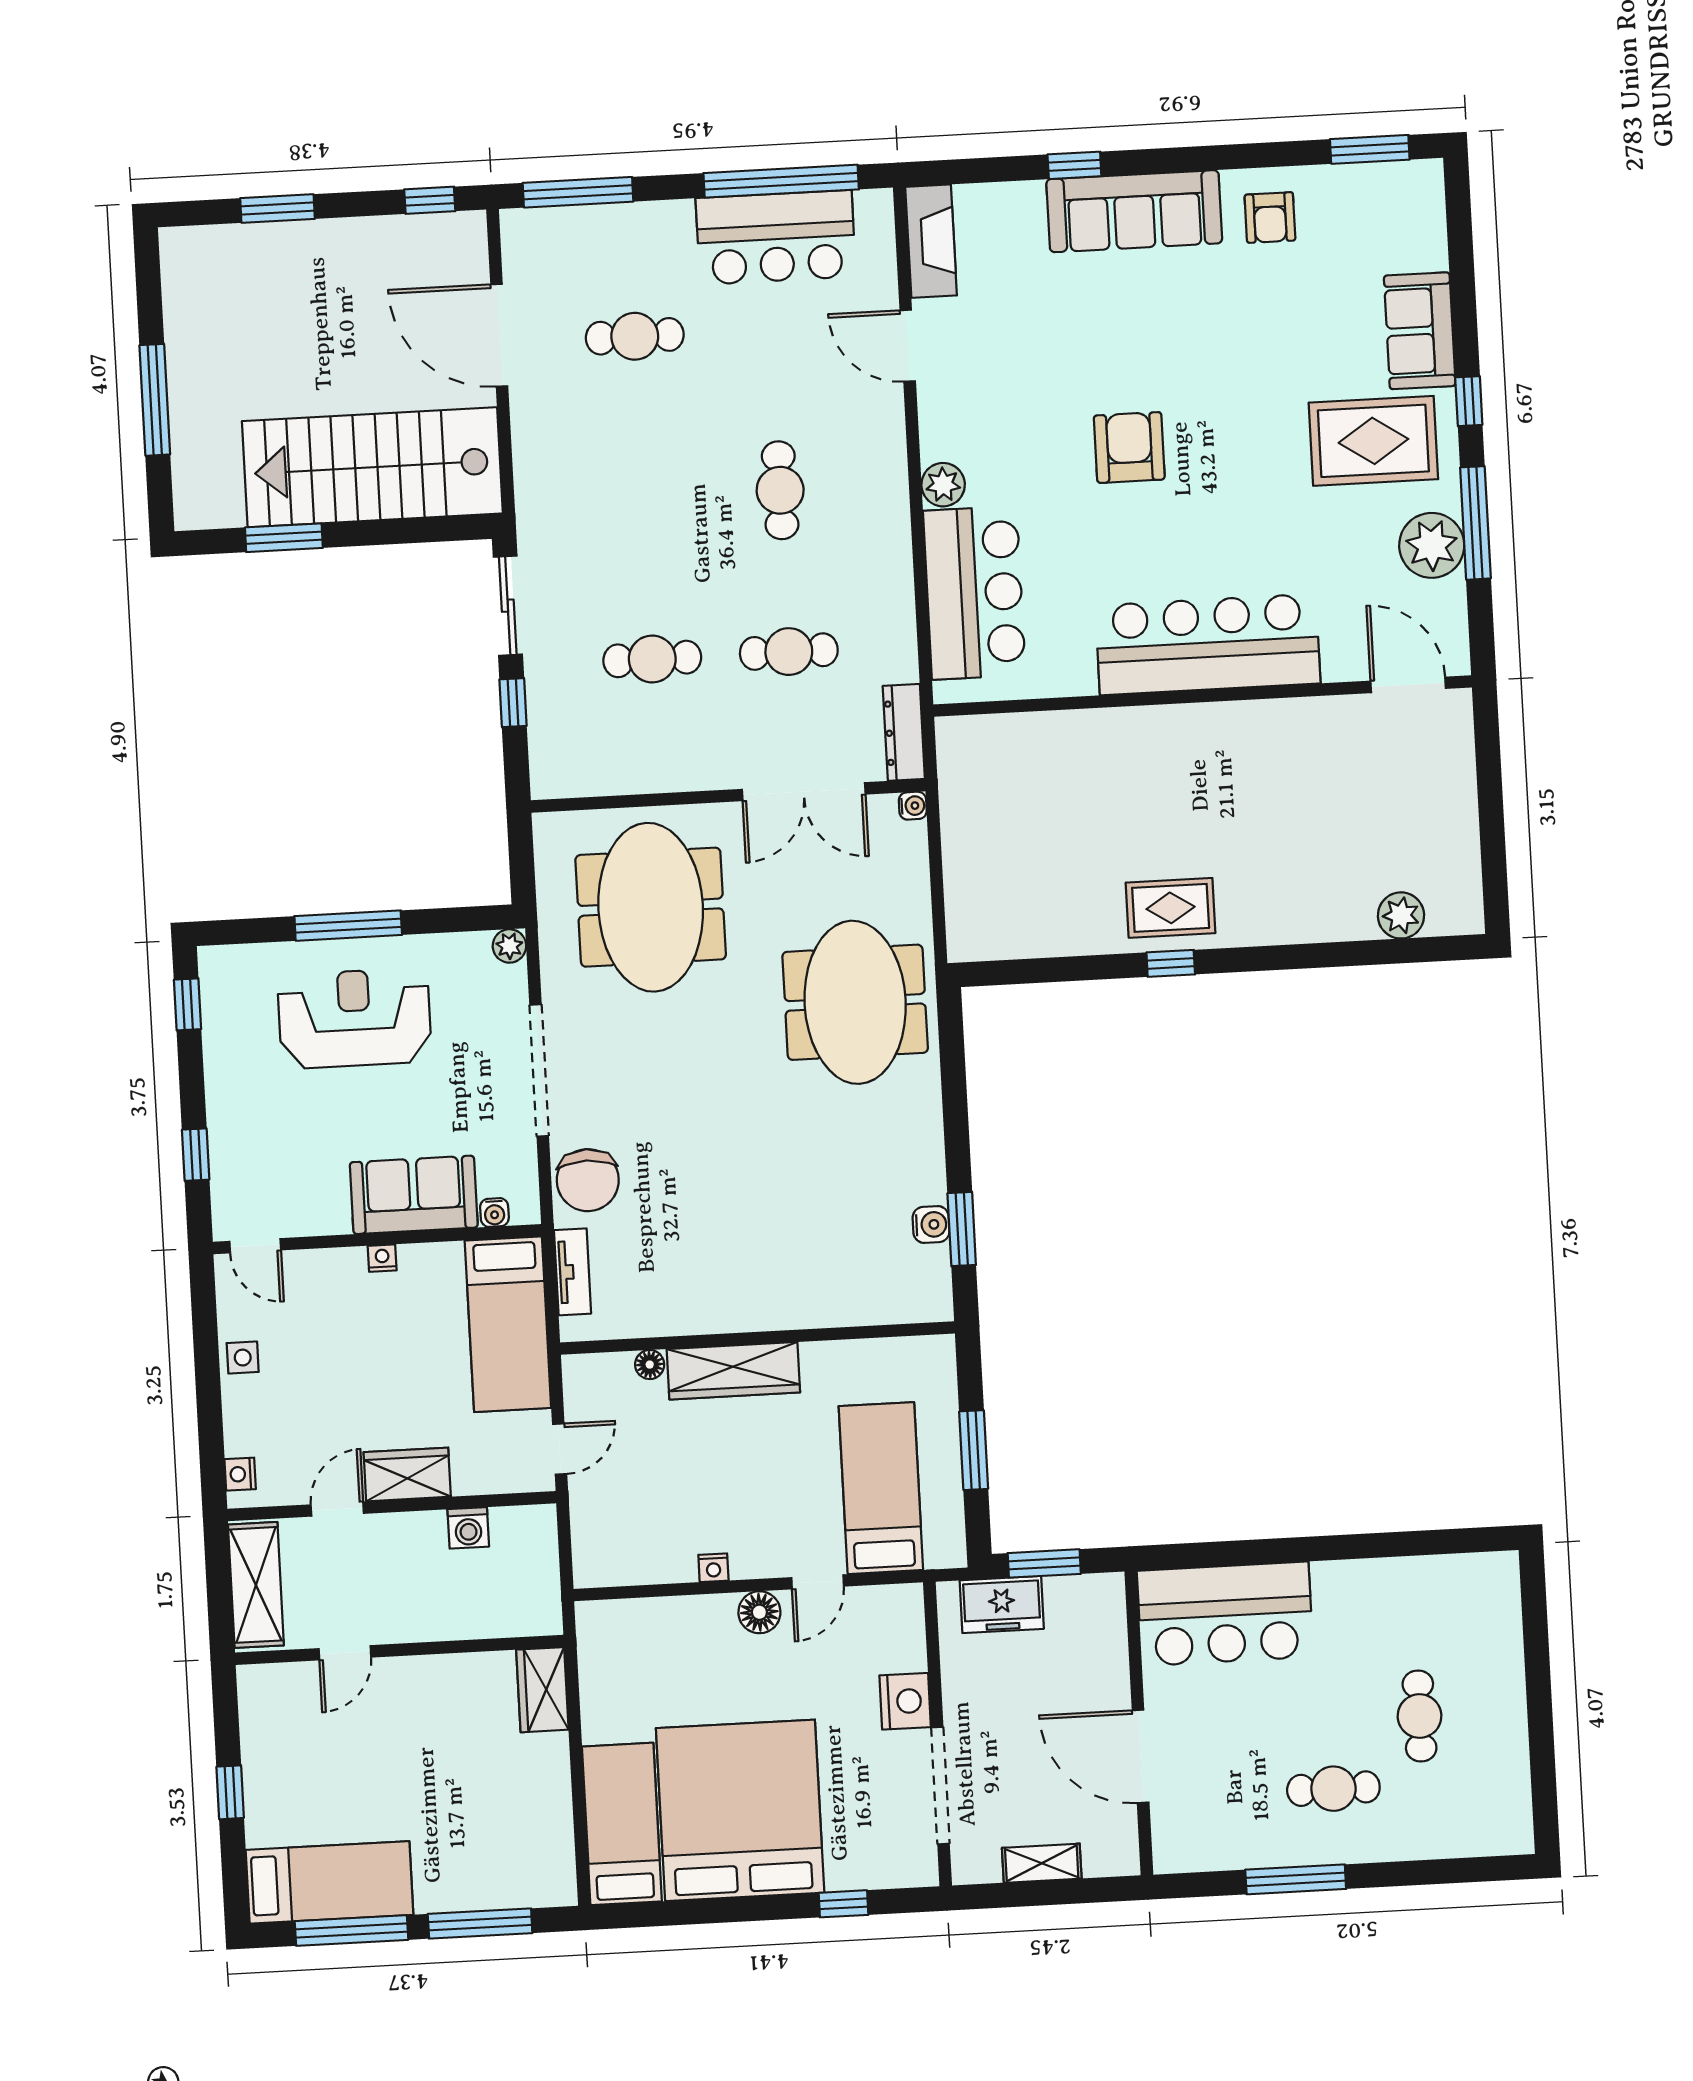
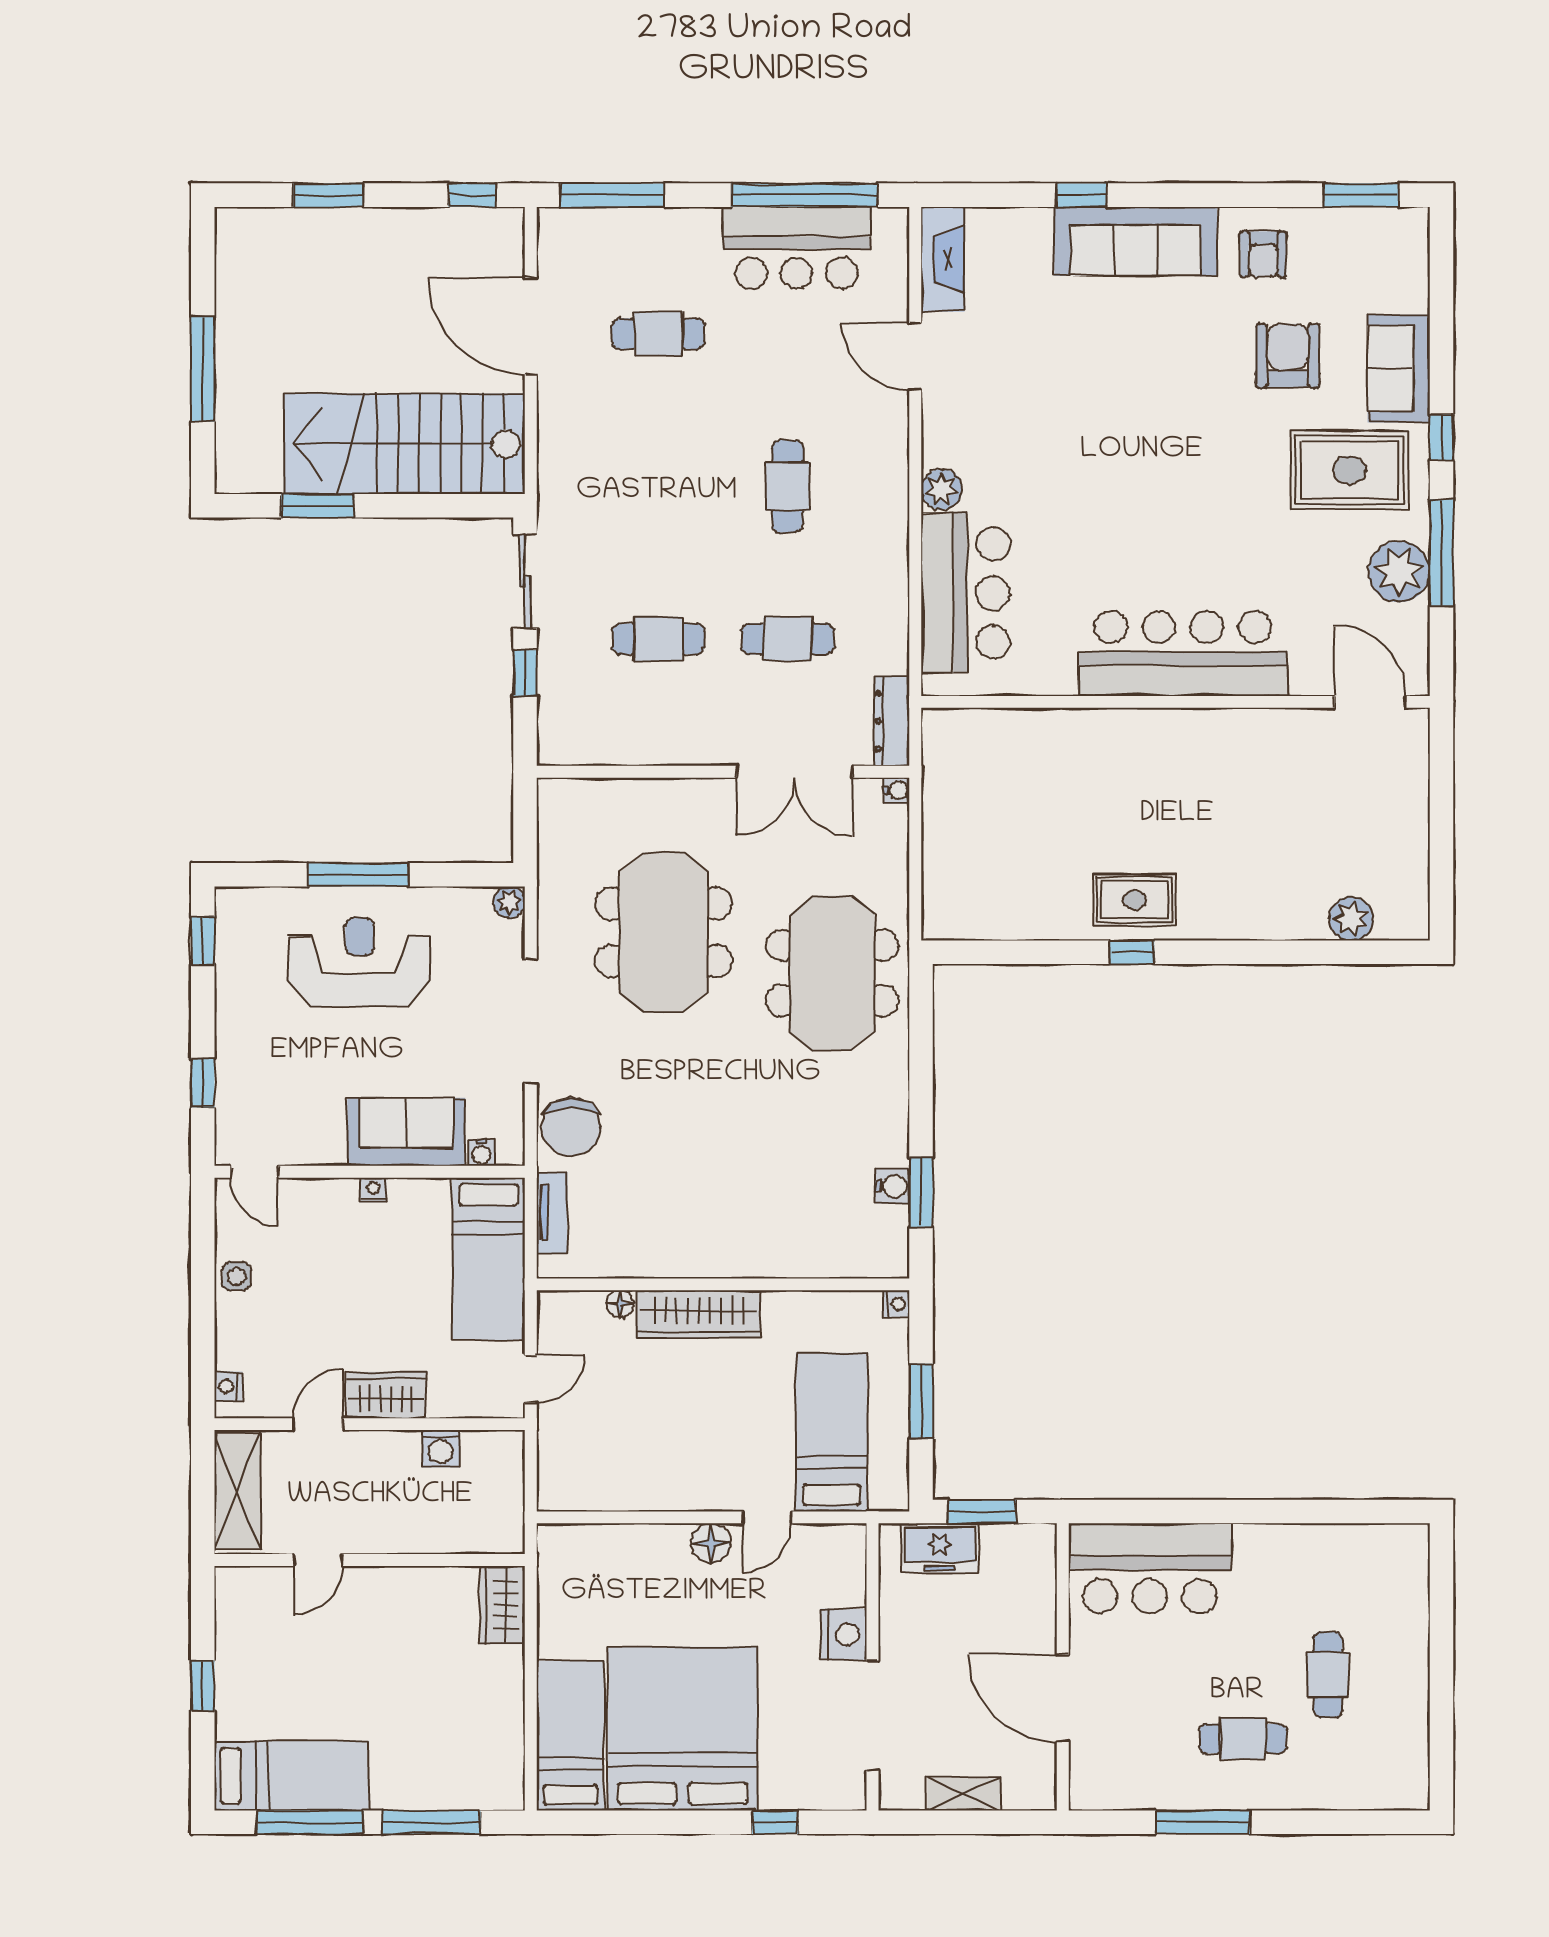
armchair: (1129, 447) -> (1288, 356), moved
meeting table: (651, 907) -> (664, 932), moved
nightstand: (713, 1568) -> (897, 1304), moved, turned -90

